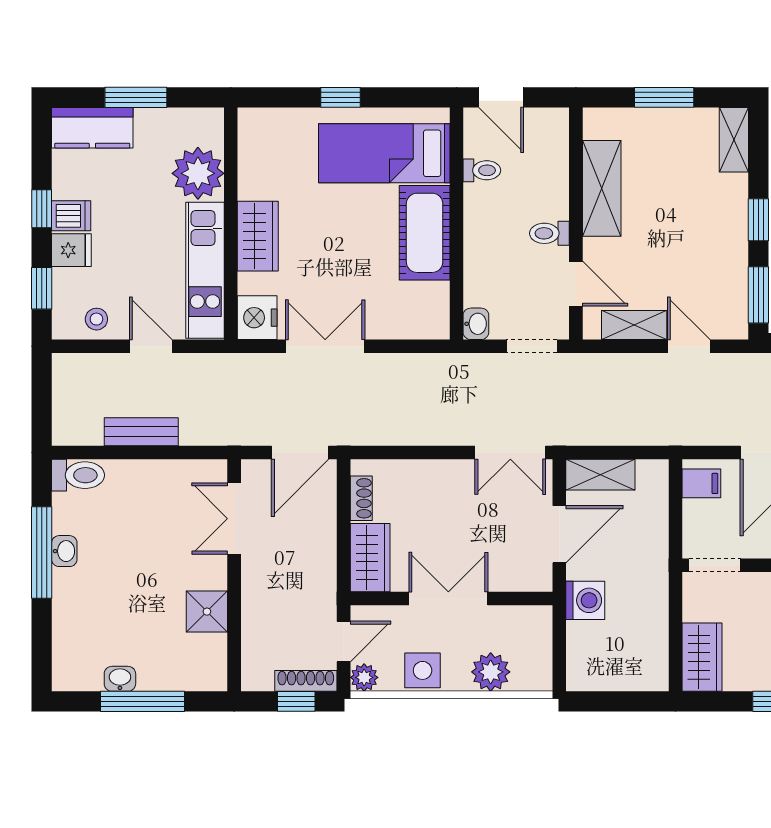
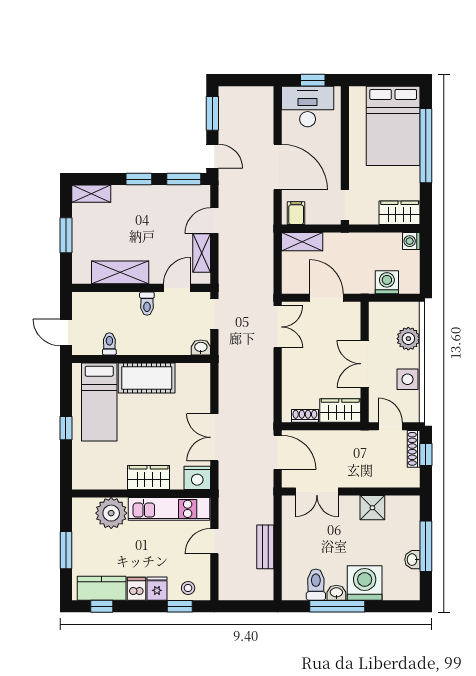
door: (501, 97) -> (66, 332), swing flipped
kitchen counter: (92, 128) -> (102, 588), moved, turned -90
window: (42, 209) -> (102, 606), moved
stool: (96, 319) -> (188, 588), moved
toilet: (78, 475) -> (316, 585), moved
shelving: (600, 475) -> (302, 242), moved, turned 90
washing machine: (81, 598) -> (365, 583), added
washing machine: (585, 600) -> (387, 282), moved
plant: (364, 677) -> (412, 414), removed
washing machine: (654, 677) -> (411, 241), added

